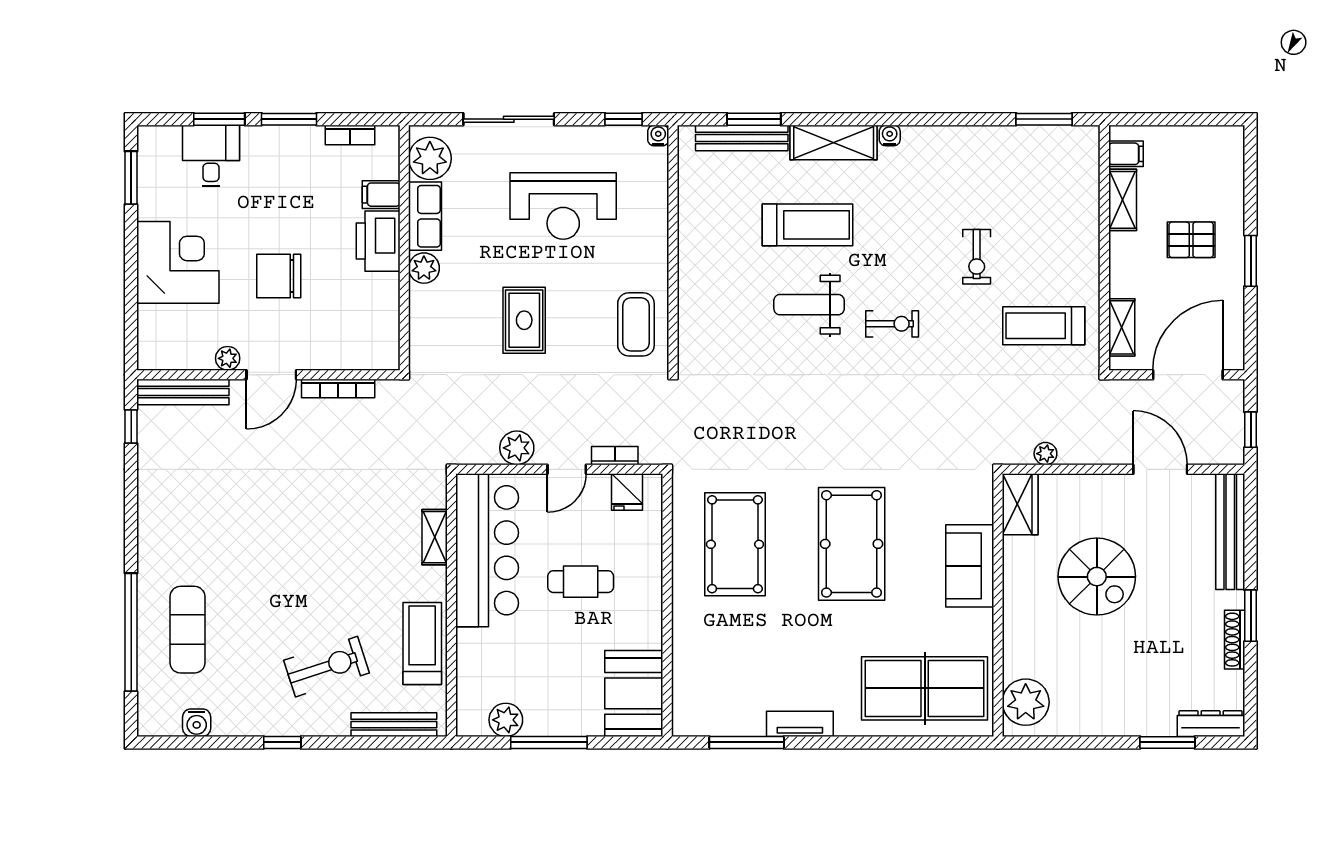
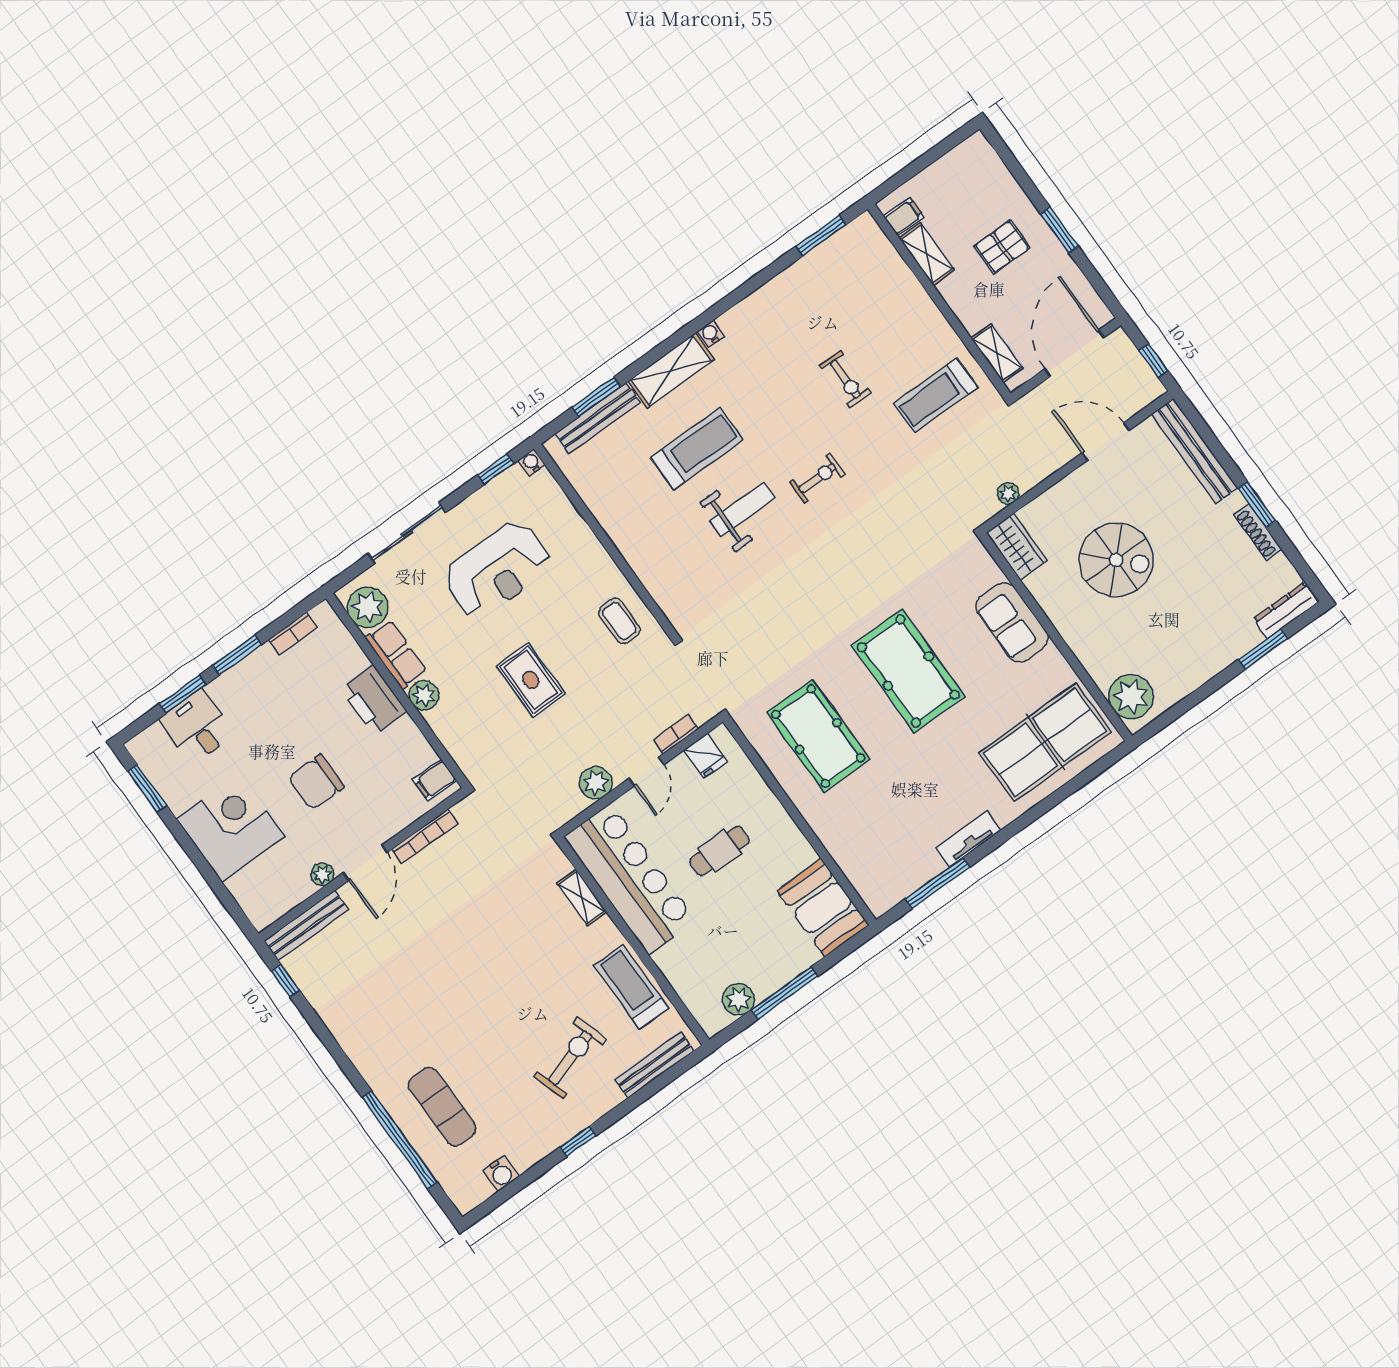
filing cabinet: (381, 195) -> (435, 780), moved
weight bench: (809, 305) -> (742, 509), turned 180
coffee table: (636, 324) -> (619, 621), width x0.73, depth x0.77

